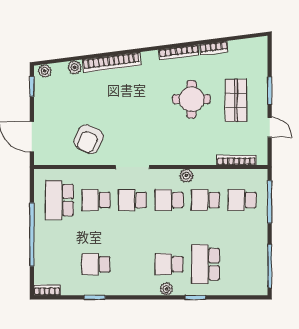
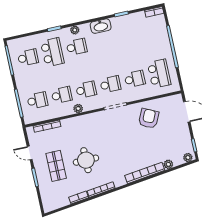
school desk: (96, 264) -> (28, 58), moved
washbasin: (128, 286) -> (101, 26), added

